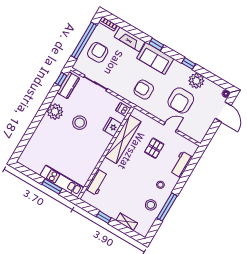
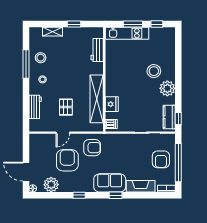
plant: (196, 81) -> (51, 185), moved
armchair: (144, 90) -> (92, 148), moved
stool: (80, 123) -> (154, 71), moved
window: (31, 174) -> (157, 24), added

